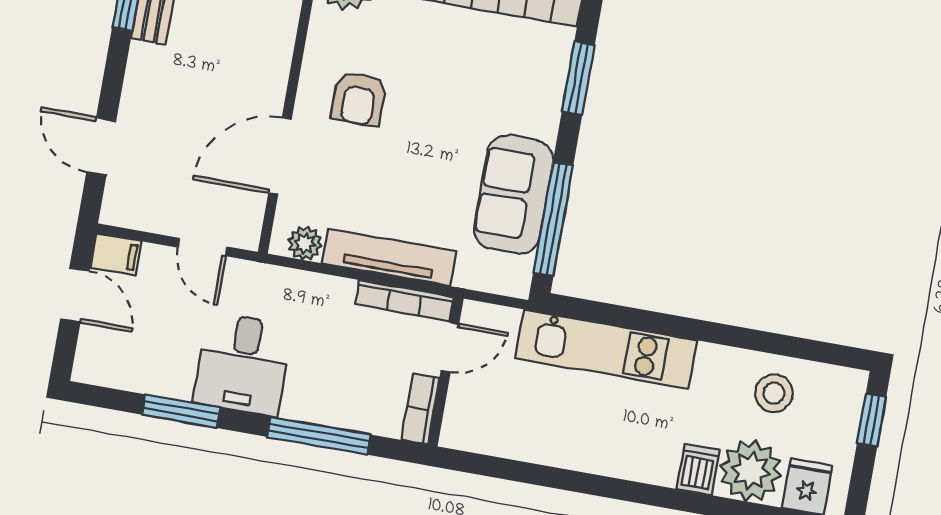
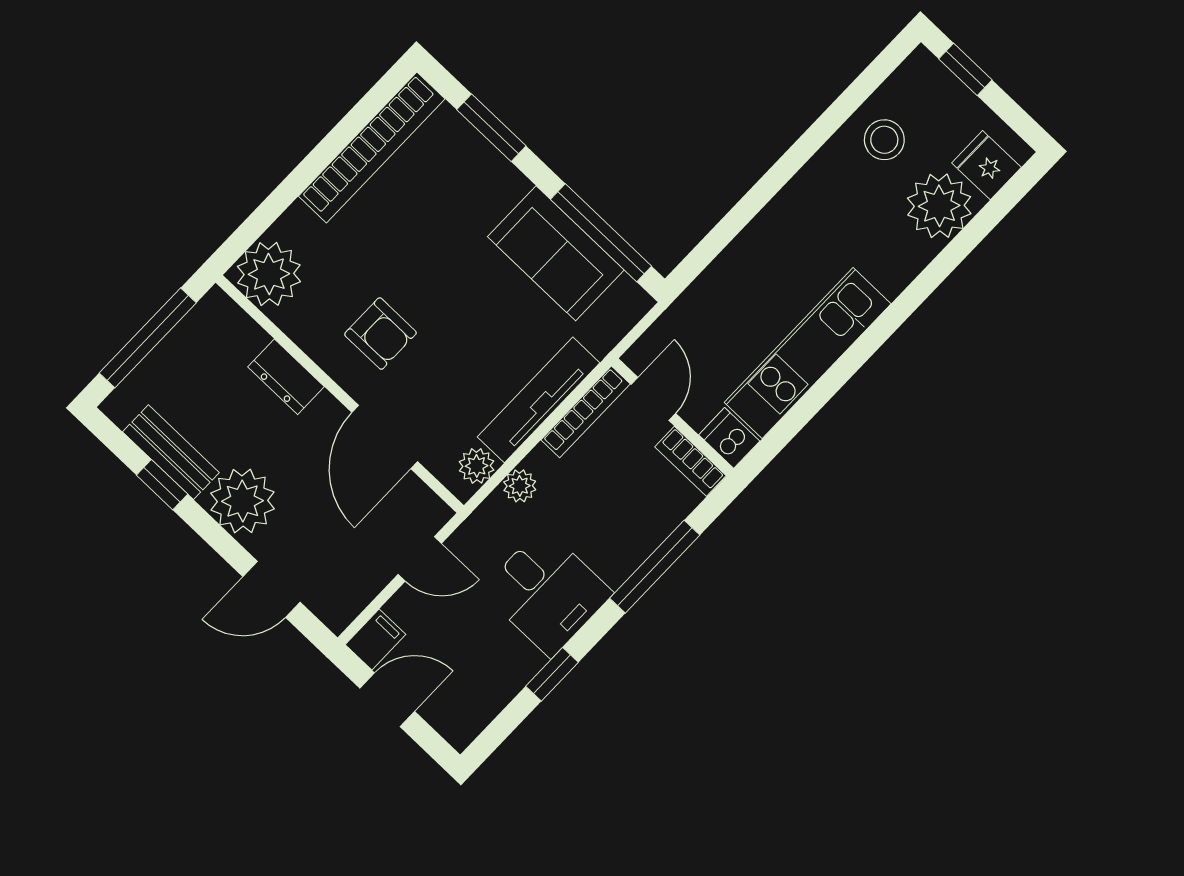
dresser: (276, 47) -> (286, 377), added
plant: (155, 78) -> (242, 501), added
plant: (312, 287) -> (520, 486), added
kitchen unit: (606, 349) -> (808, 353), moved, turned 180
window: (181, 411) -> (552, 674), width x0.67
dishwasher: (698, 470) -> (729, 438), moved

